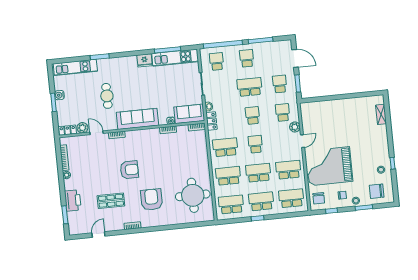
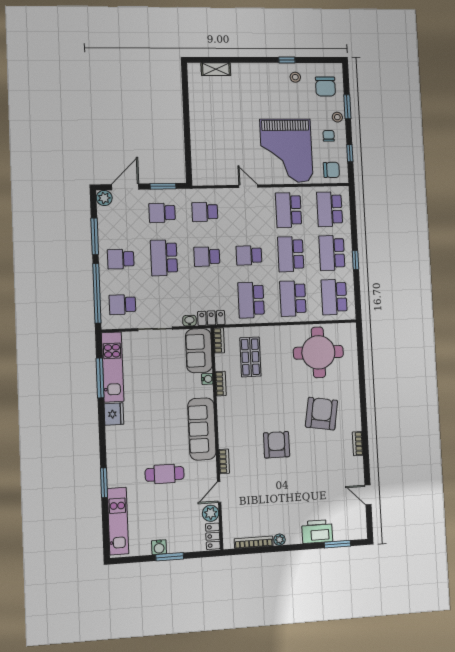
plant: (295, 127) -> (104, 198), moved
armchair: (152, 200) -> (322, 414), turned 99
shop shelf: (111, 201) -> (250, 357), moved

